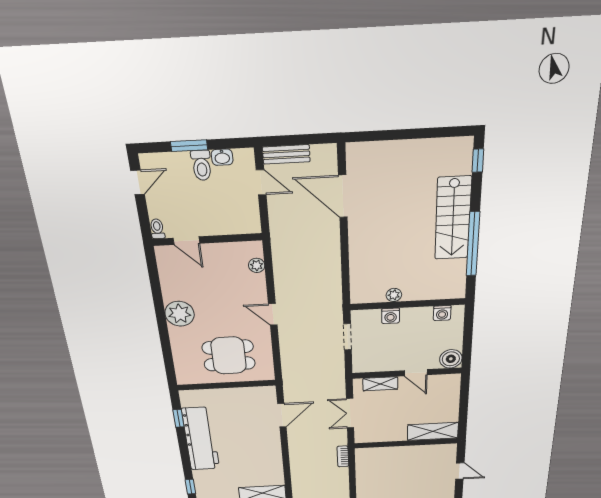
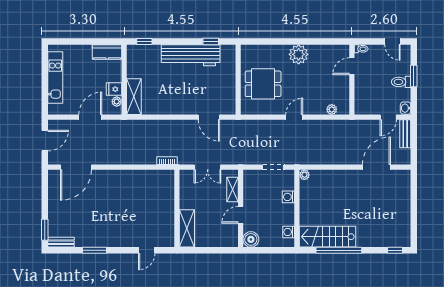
washbasin: (222, 157) -> (406, 108), moved
stairs: (453, 218) -> (327, 237), moved
plant: (394, 295) -> (304, 175), moved
dining table: (229, 356) -> (263, 84), turned 90
double door: (350, 413) -> (208, 167), swing flipped

